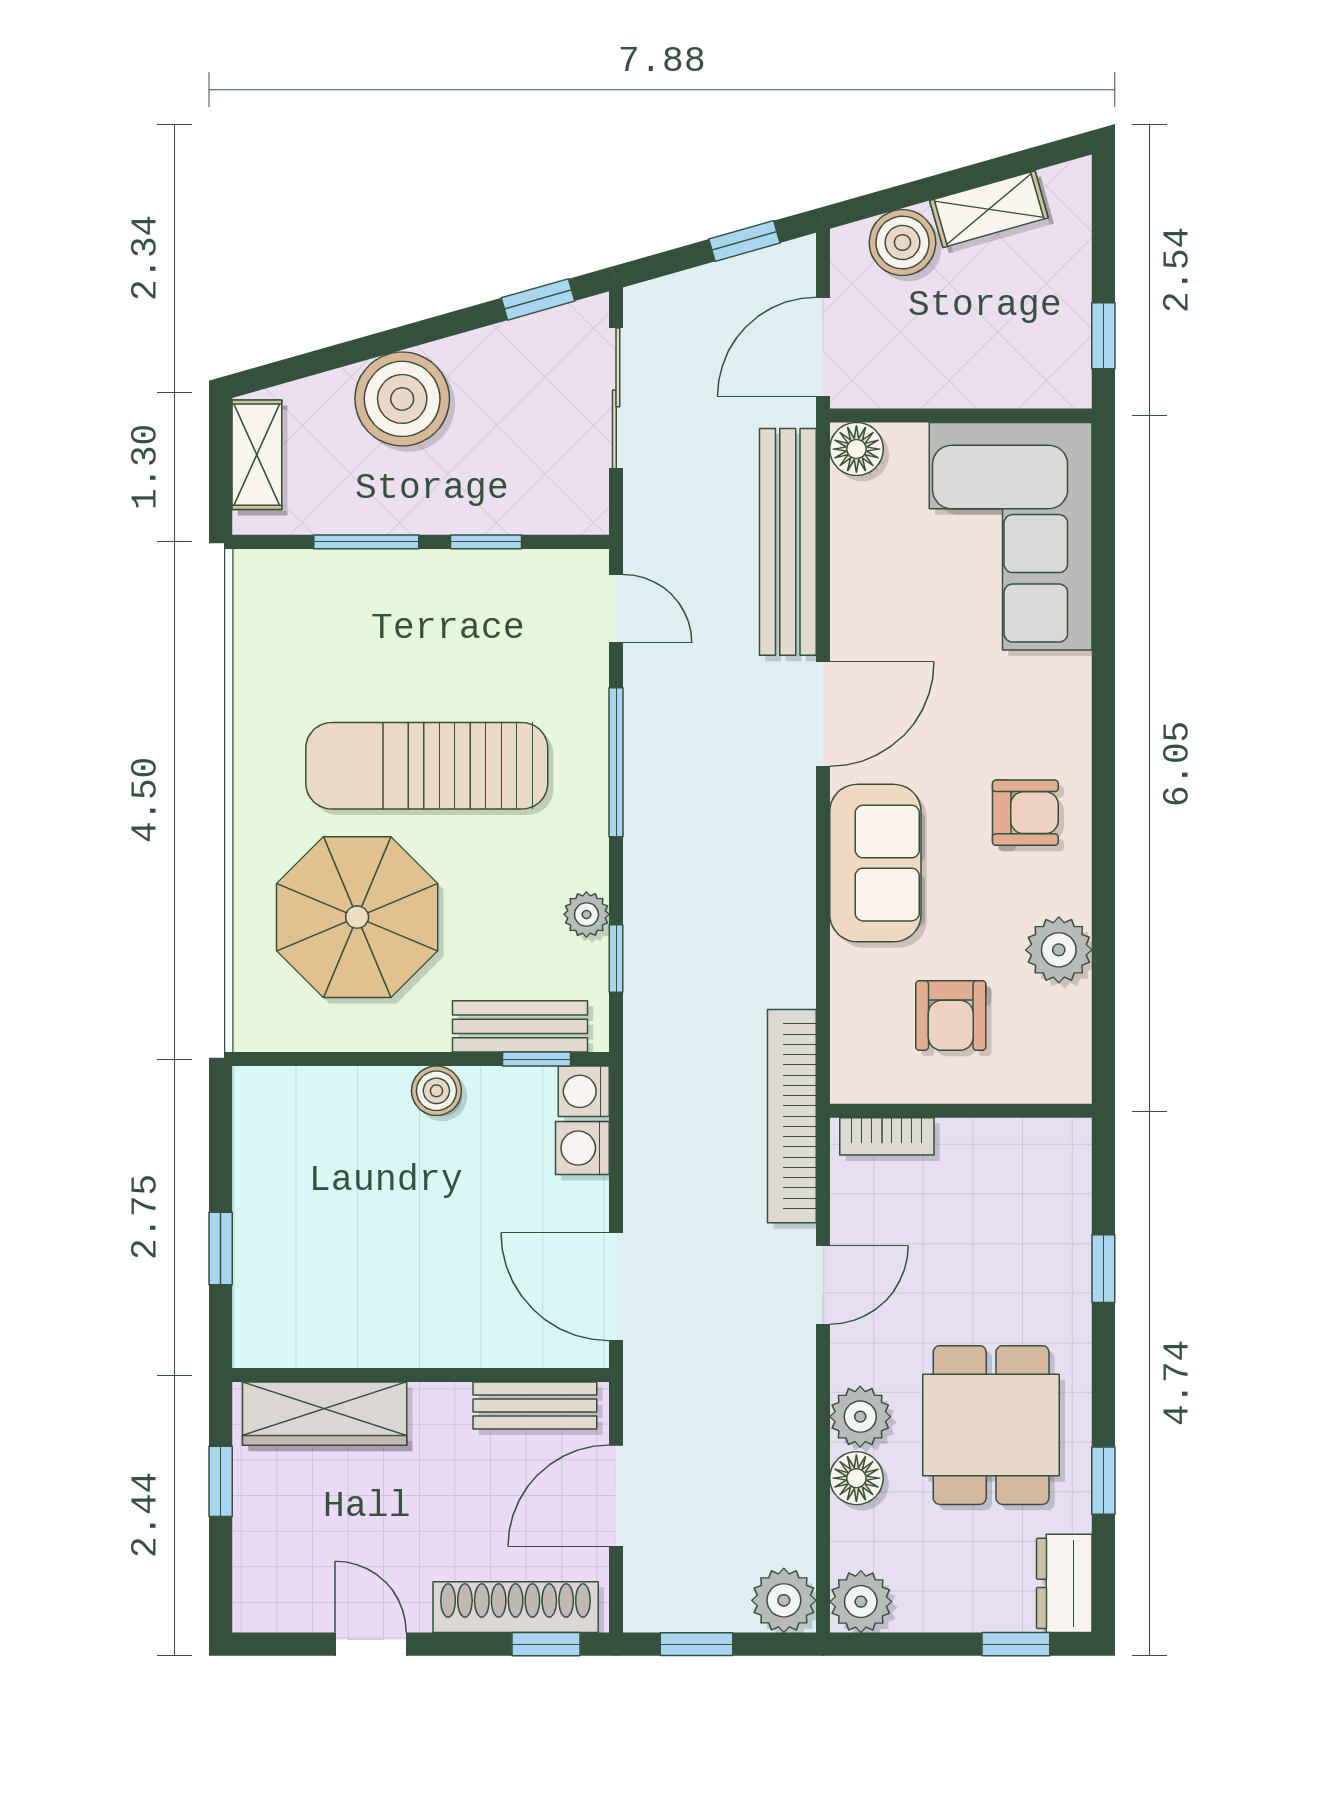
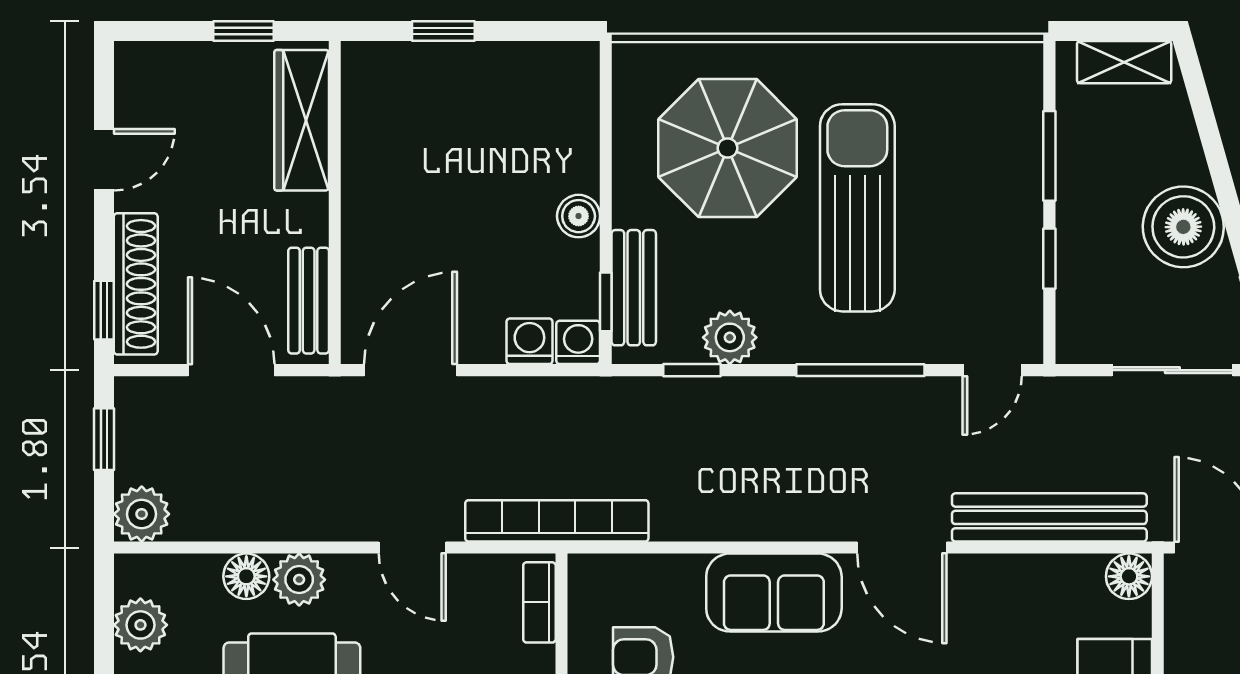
boiler: (402, 399) -> (1183, 227), moved
plant: (586, 914) -> (730, 337), width x1.38, depth x1.38
plant: (861, 1602) -> (140, 625), moved

